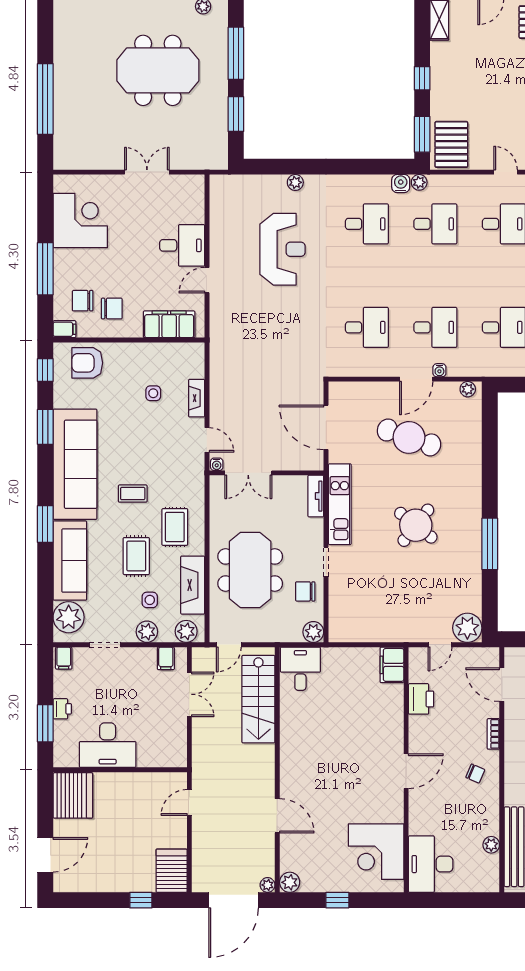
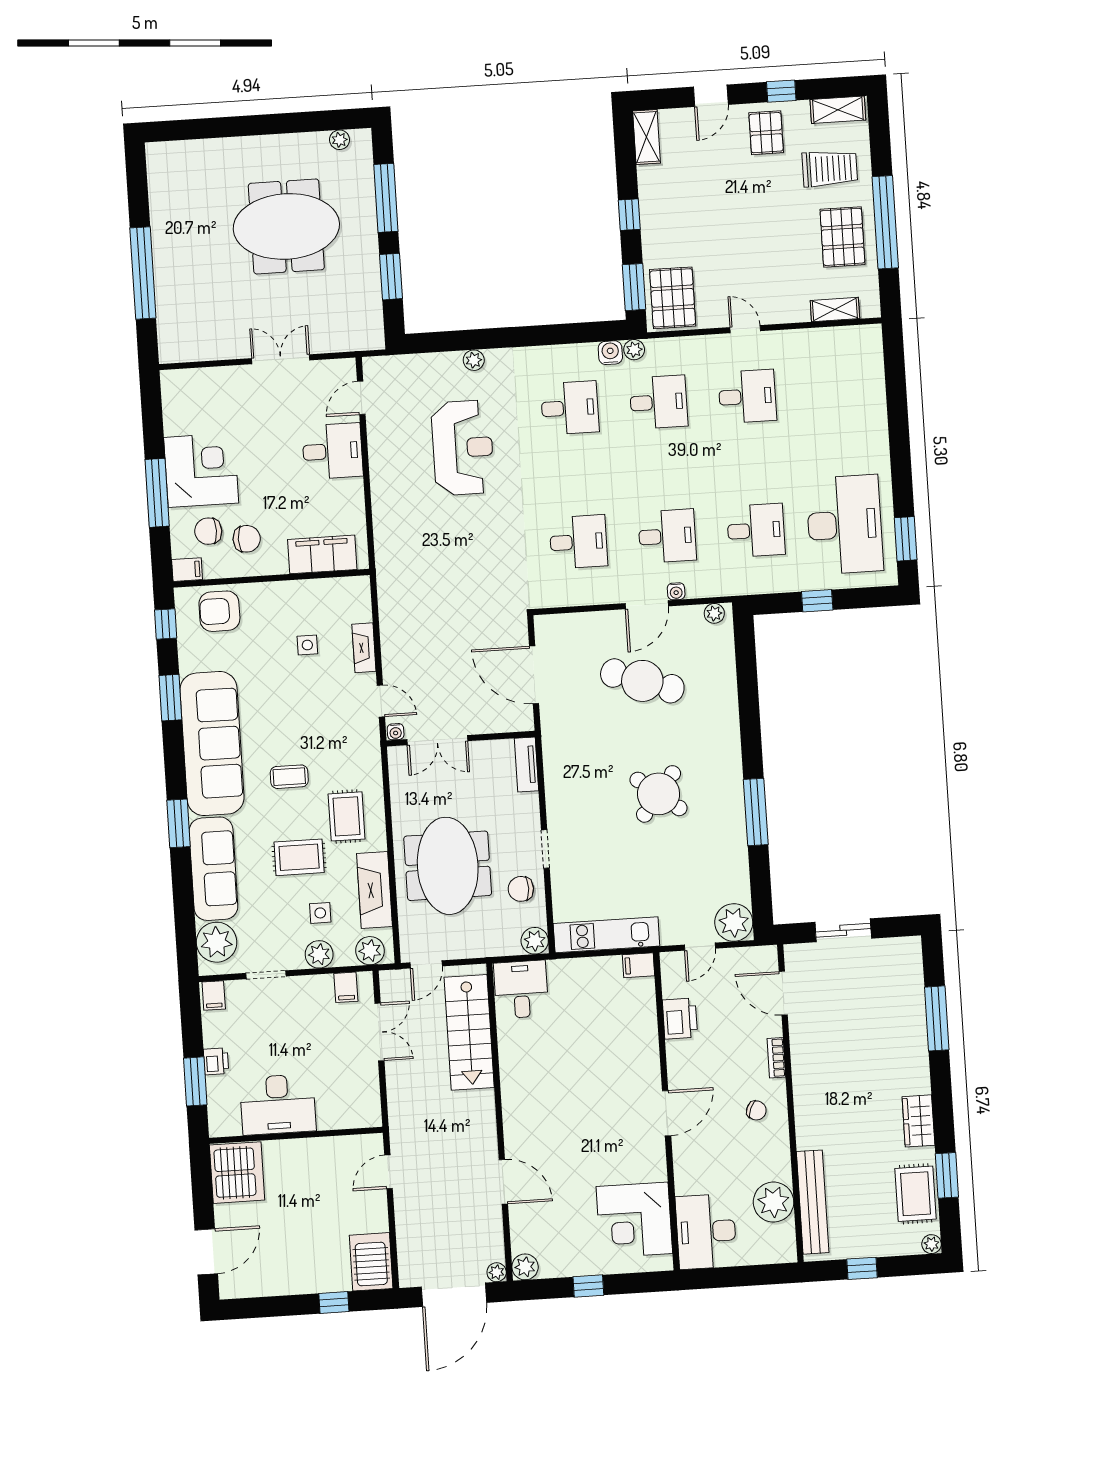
corner desk: (80, 220) -> (201, 470), moved
door: (207, 280) -> (361, 398), moved
kitchen unit: (340, 504) -> (606, 935), moved, turned -90
rug: (136, 556) -> (299, 857), turned 90
filing cabinet: (392, 665) -> (638, 965), width x0.50
plant: (491, 845) -> (774, 1202), width x1.88, depth x1.88

